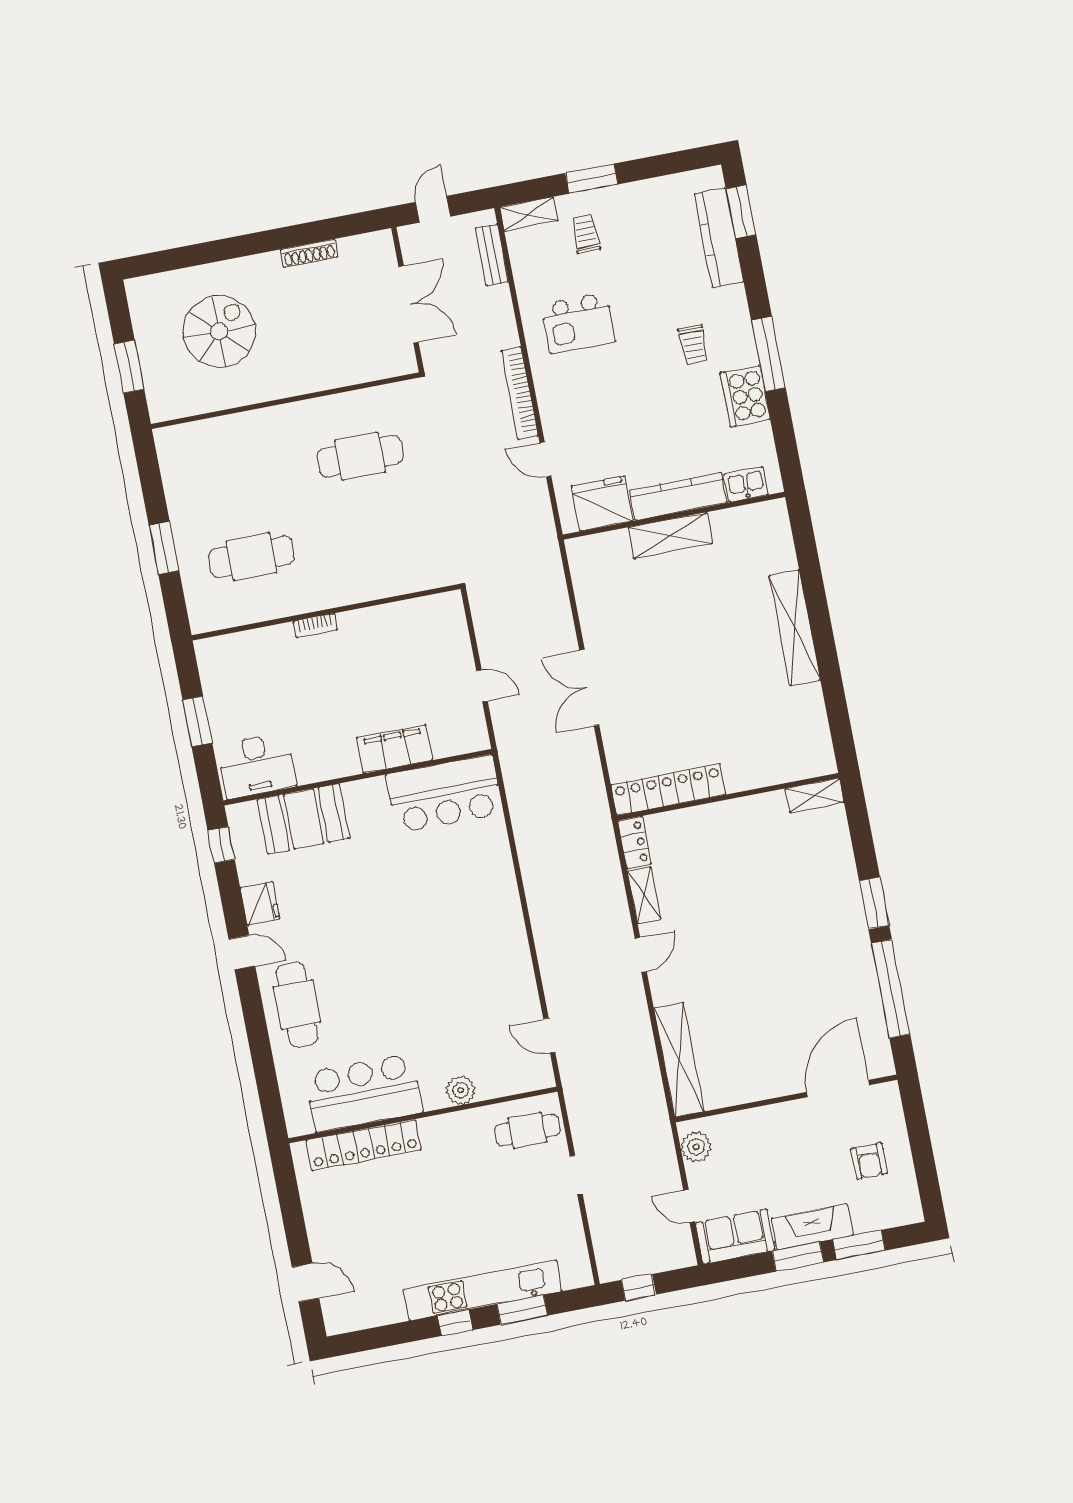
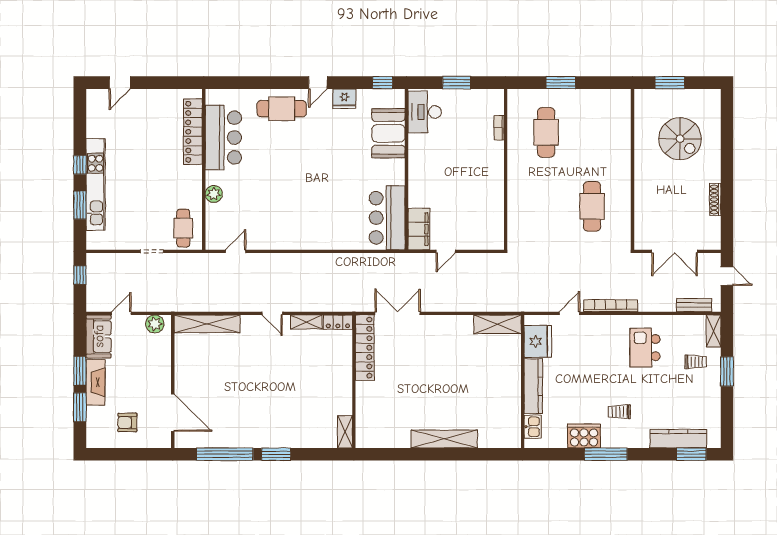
shelving: (670, 535) -> (497, 324), moved, turned 90
bookcase: (315, 625) -> (499, 128), moved
double door: (589, 688) -> (398, 313), moved
filing cabinet: (395, 749) -> (419, 229), moved

